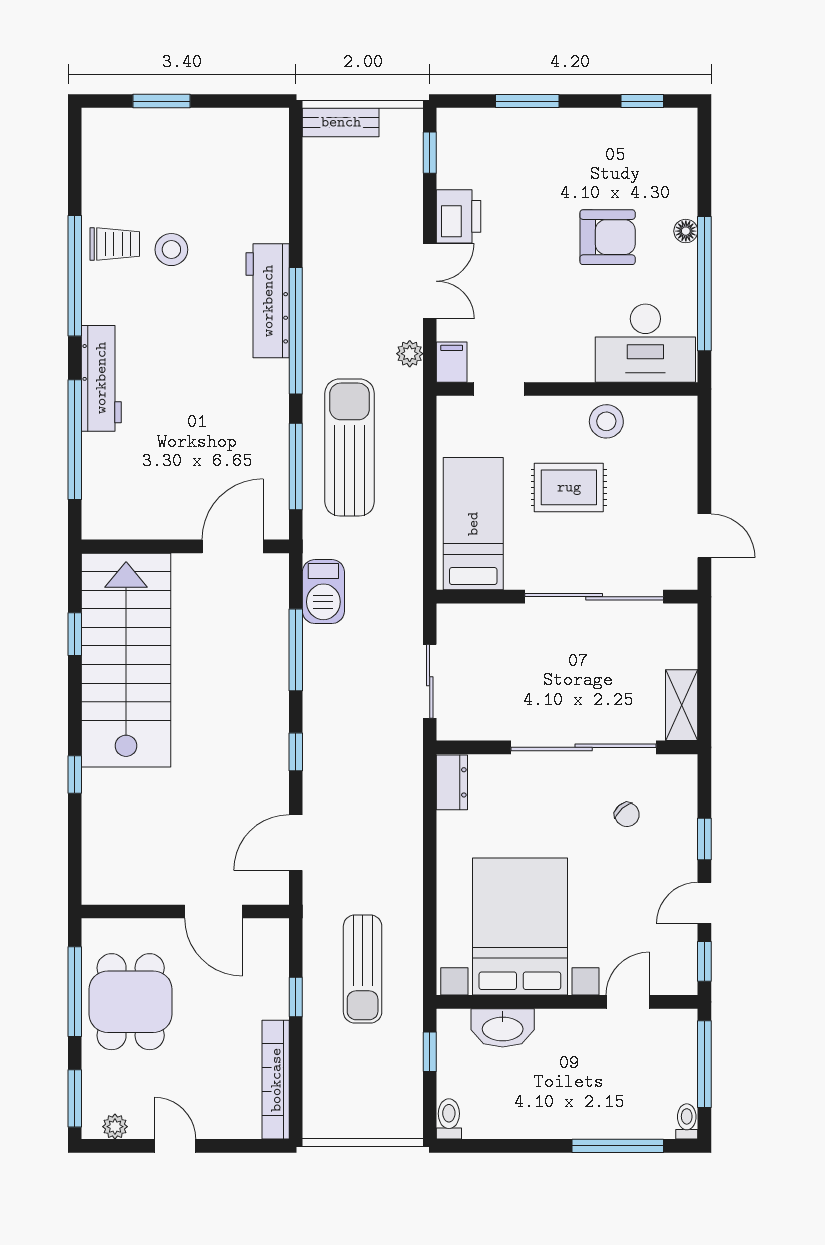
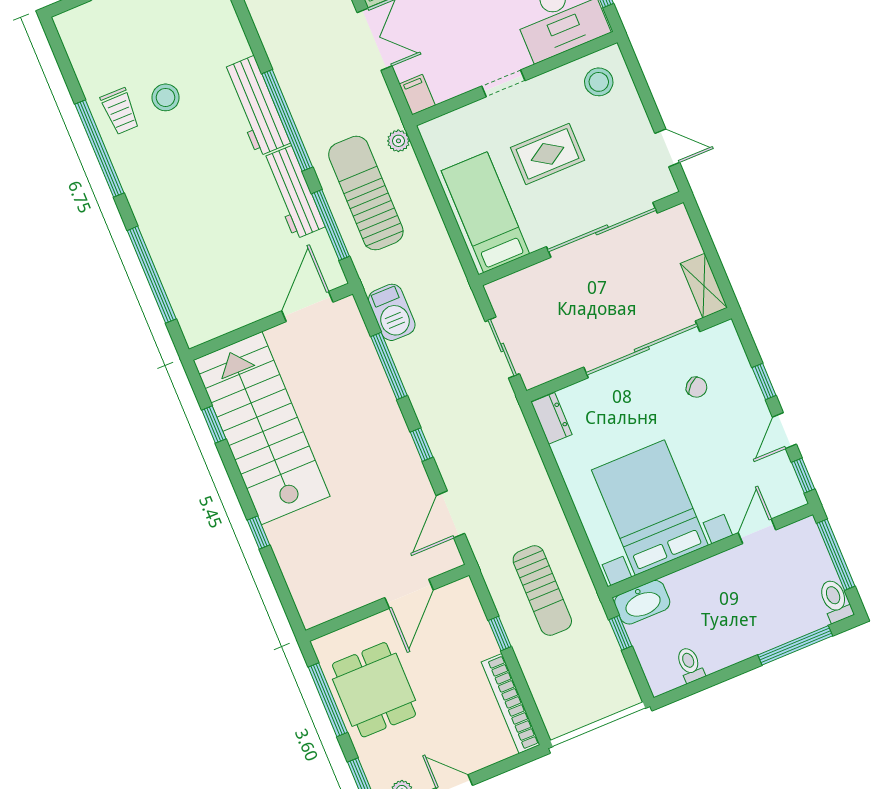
trolley: (115, 244) -> (120, 111), turned 90
plant: (410, 354) -> (398, 141), moved
workbench: (101, 378) -> (293, 192), moved, turned 180
doorway: (499, 389) -> (503, 83), moved
stool: (606, 421) -> (599, 82), moved
door: (214, 911) -> (409, 594), hinge flipped
washbasin: (503, 1028) -> (642, 602), moved
toilet: (449, 1119) -> (690, 665), moved
toilet: (687, 1121) -> (835, 601), width x1.37, depth x1.39

